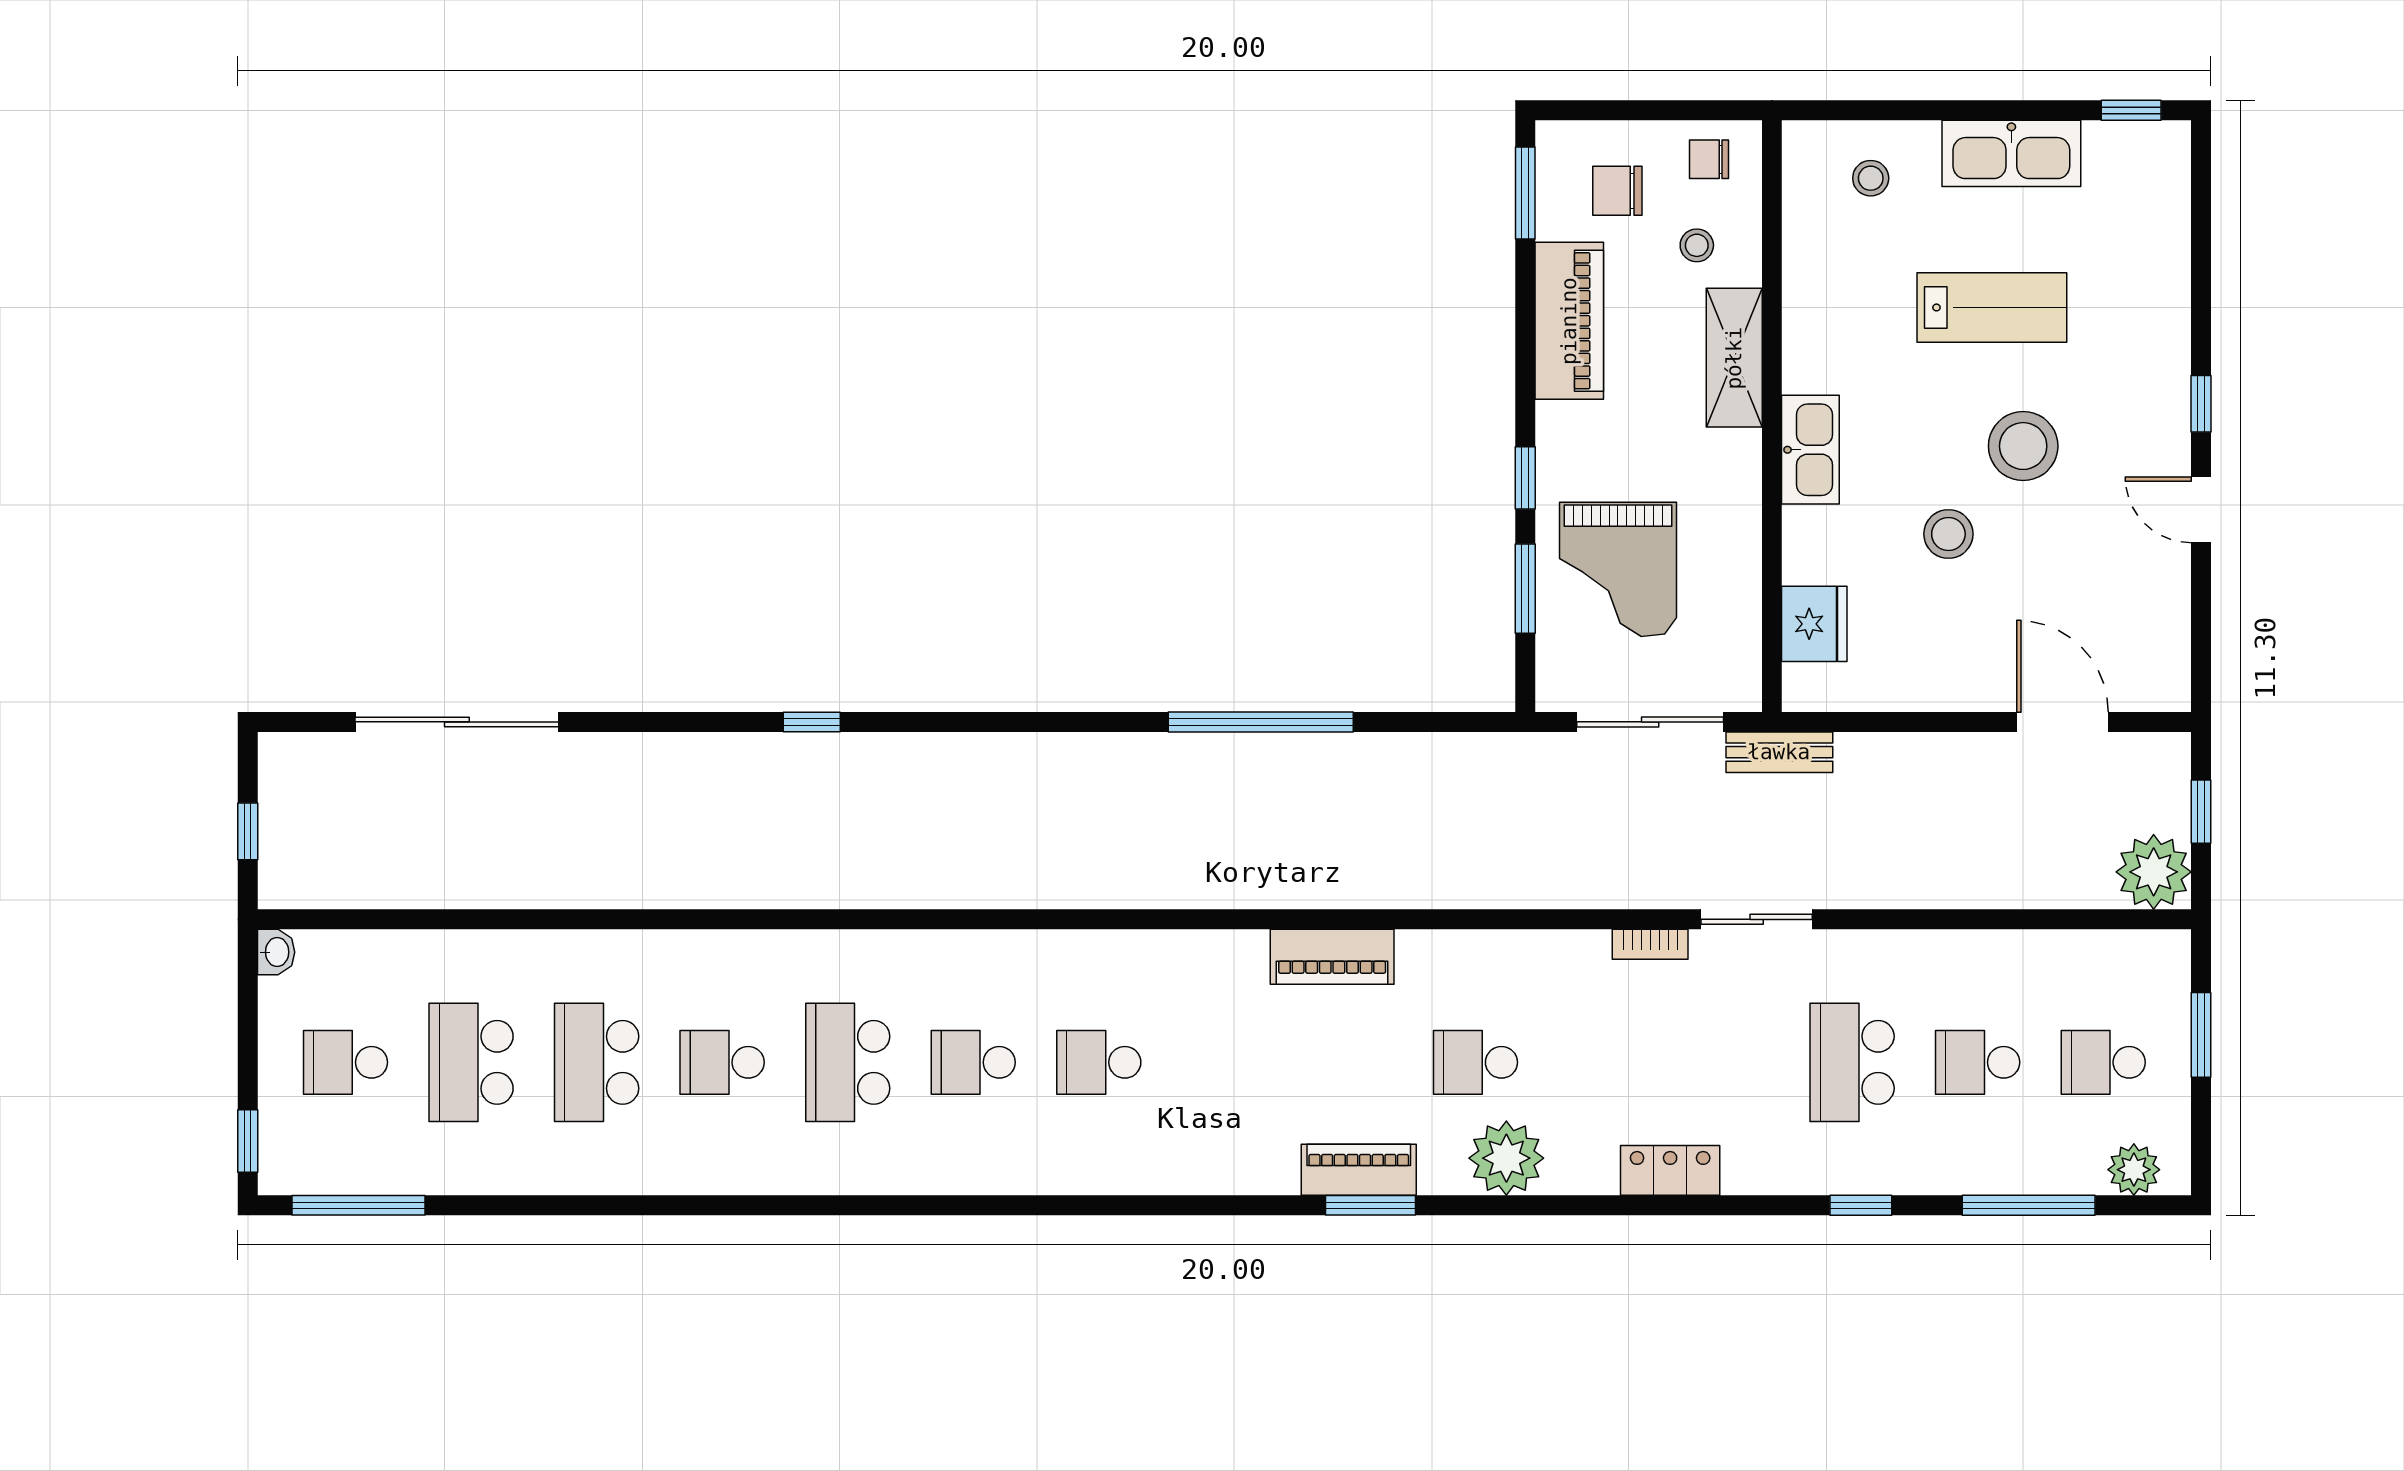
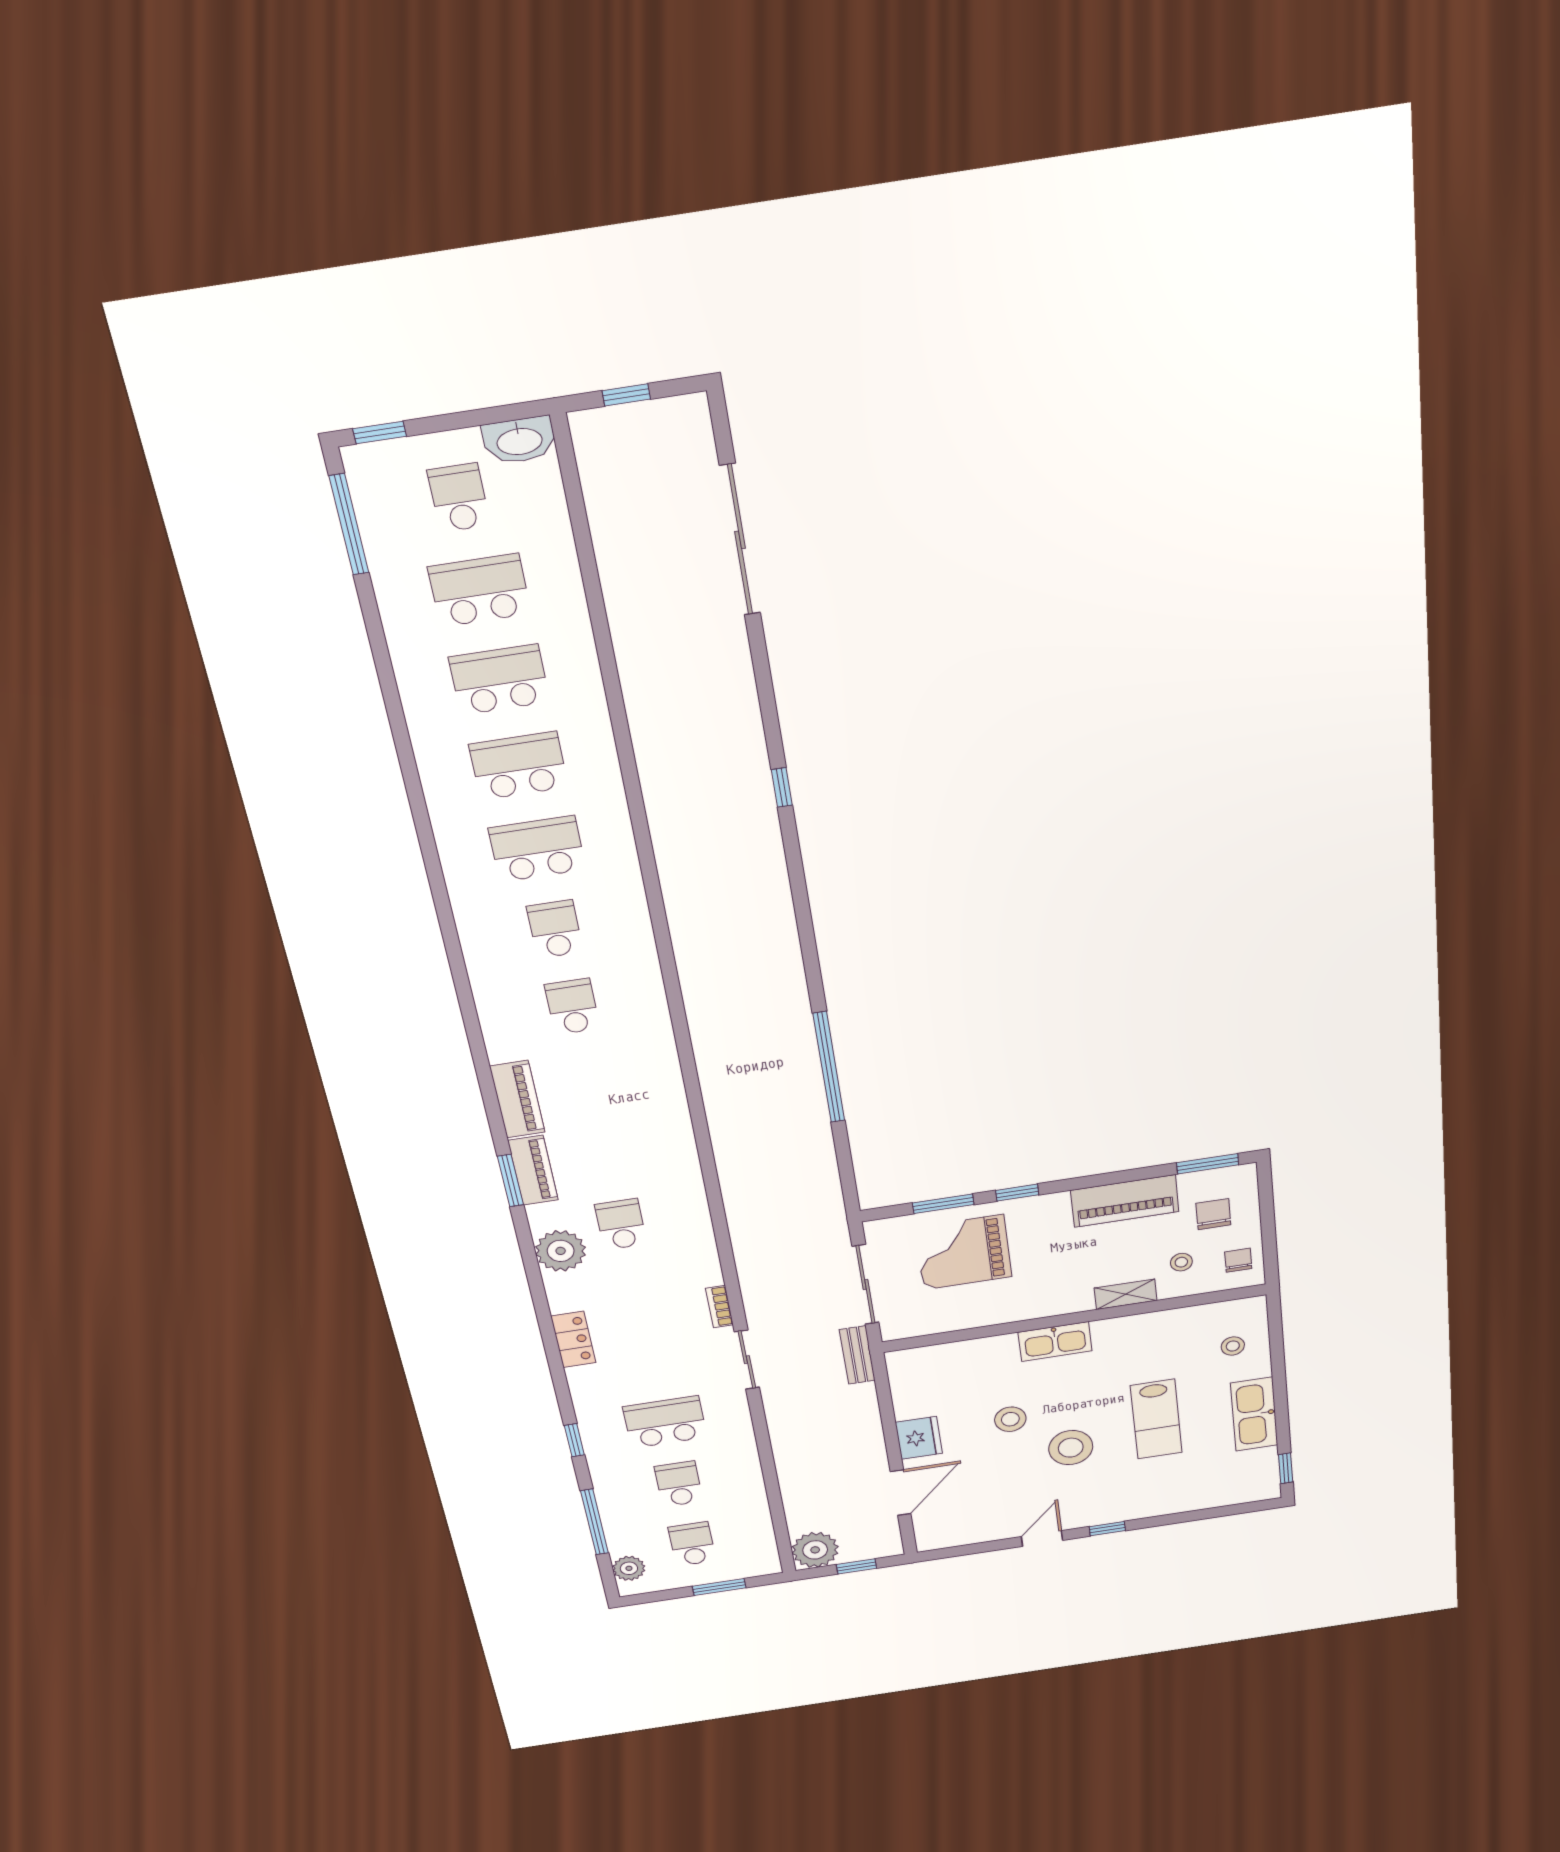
shelving: (1734, 358) -> (1126, 1294), width x0.67, depth x0.75
fridge: (1814, 624) -> (919, 1438), moved, turned -90
washbasin: (276, 952) -> (519, 440), width x1.91, depth x1.45
piano: (1332, 957) -> (517, 1099), moved, turned 180
school desk: (722, 1062) -> (519, 766), width x1.85

